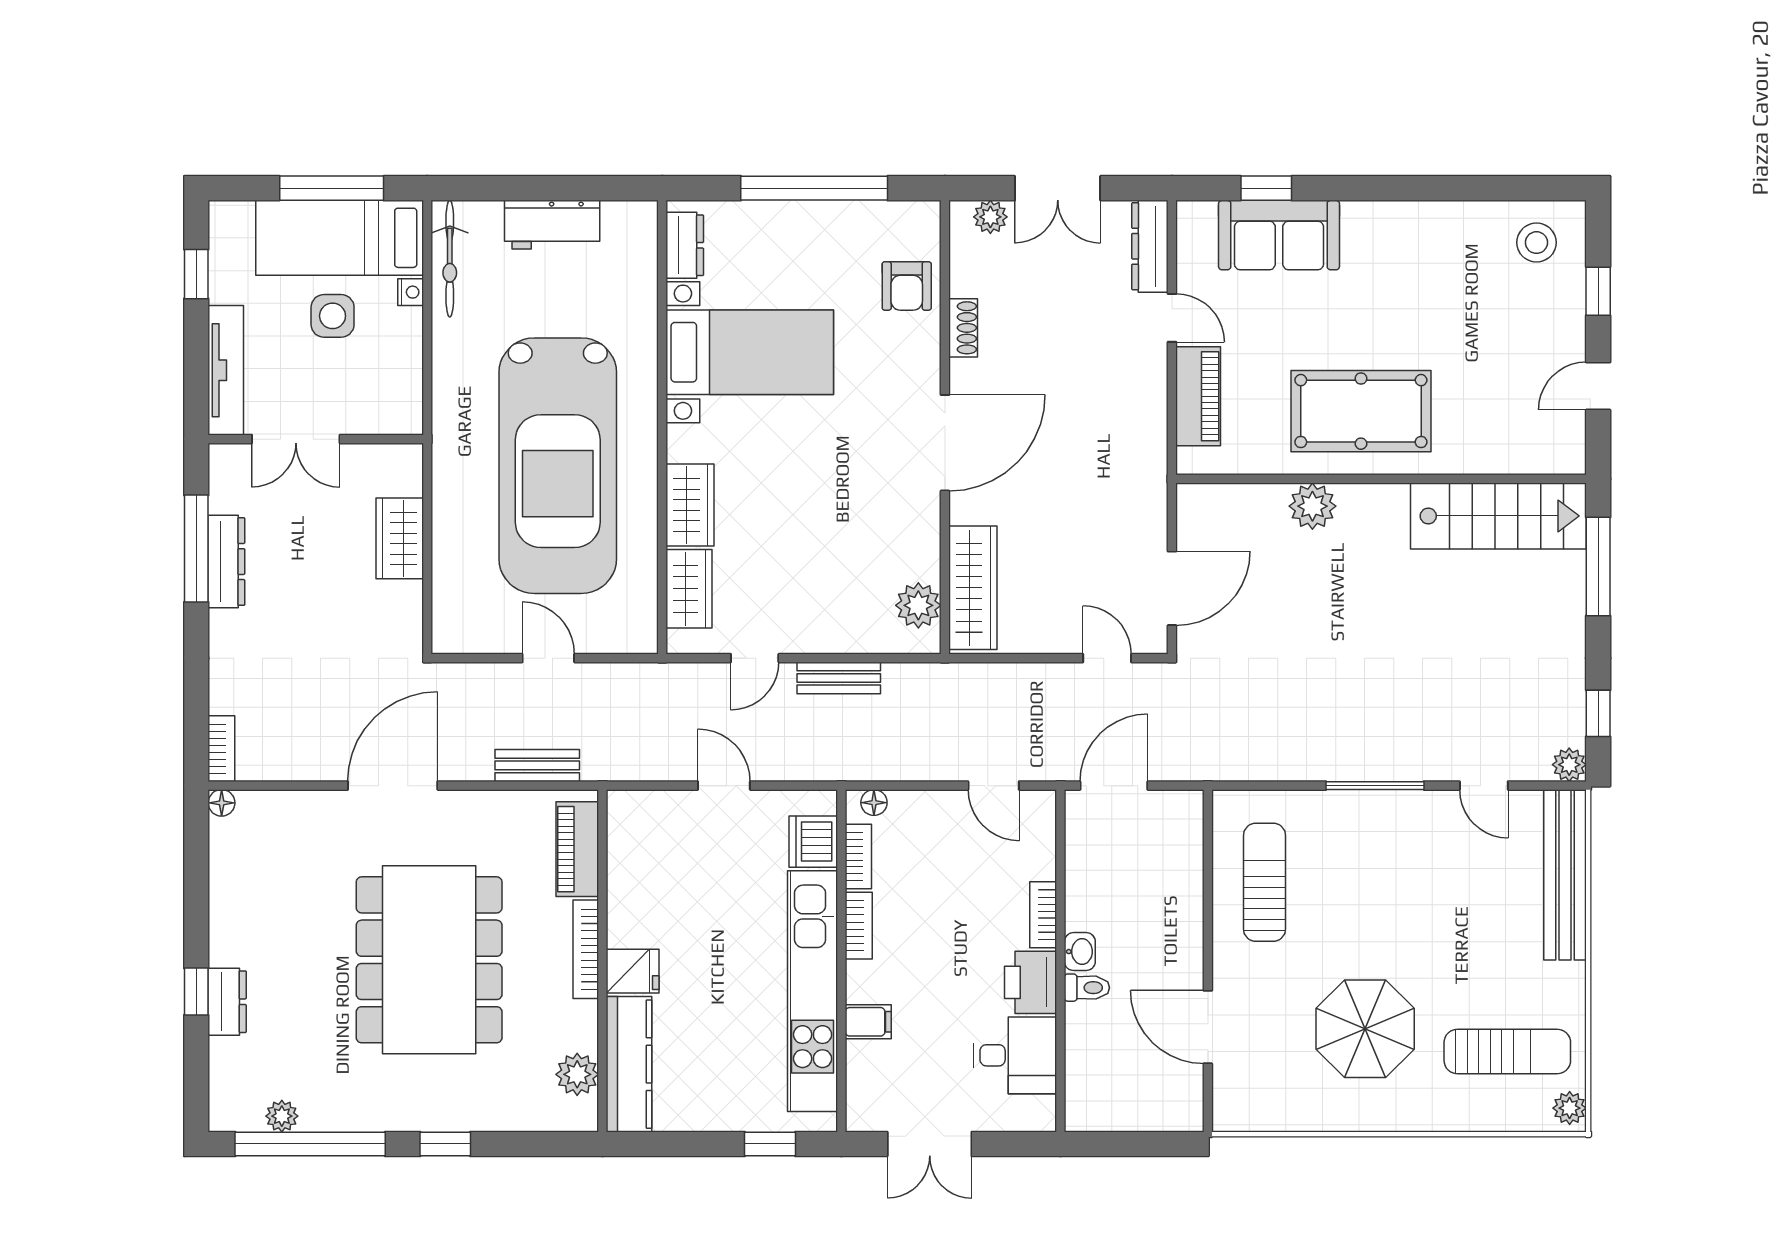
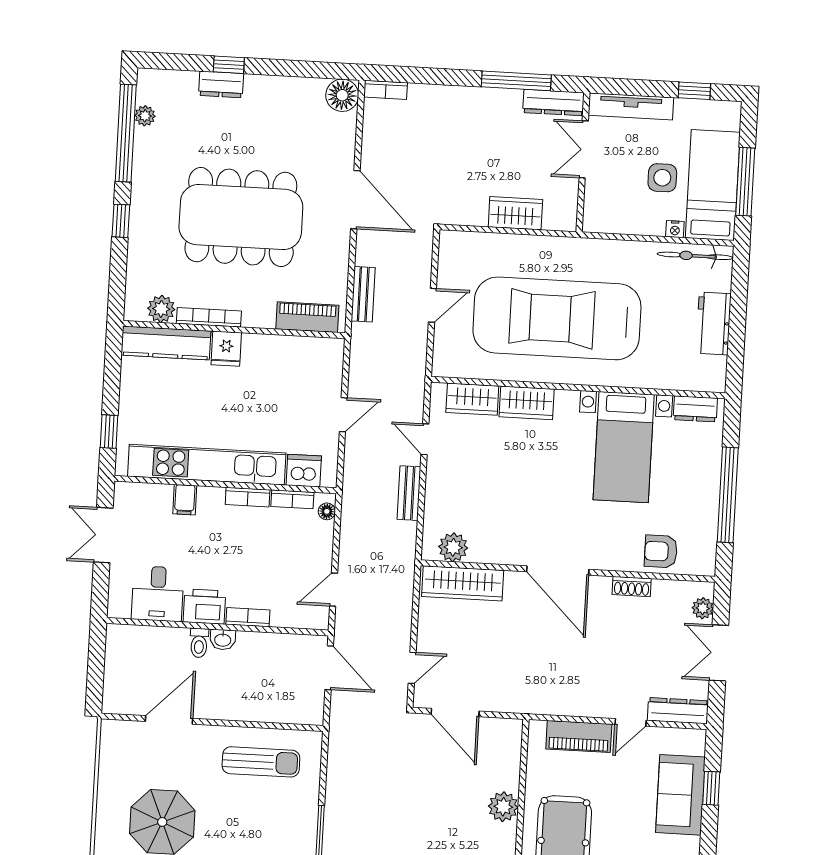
dresser: (226, 562) -> (553, 103), moved
floor lamp: (222, 803) -> (342, 95), width x1.89, depth x1.89
bookcase: (586, 949) -> (209, 317), moved

